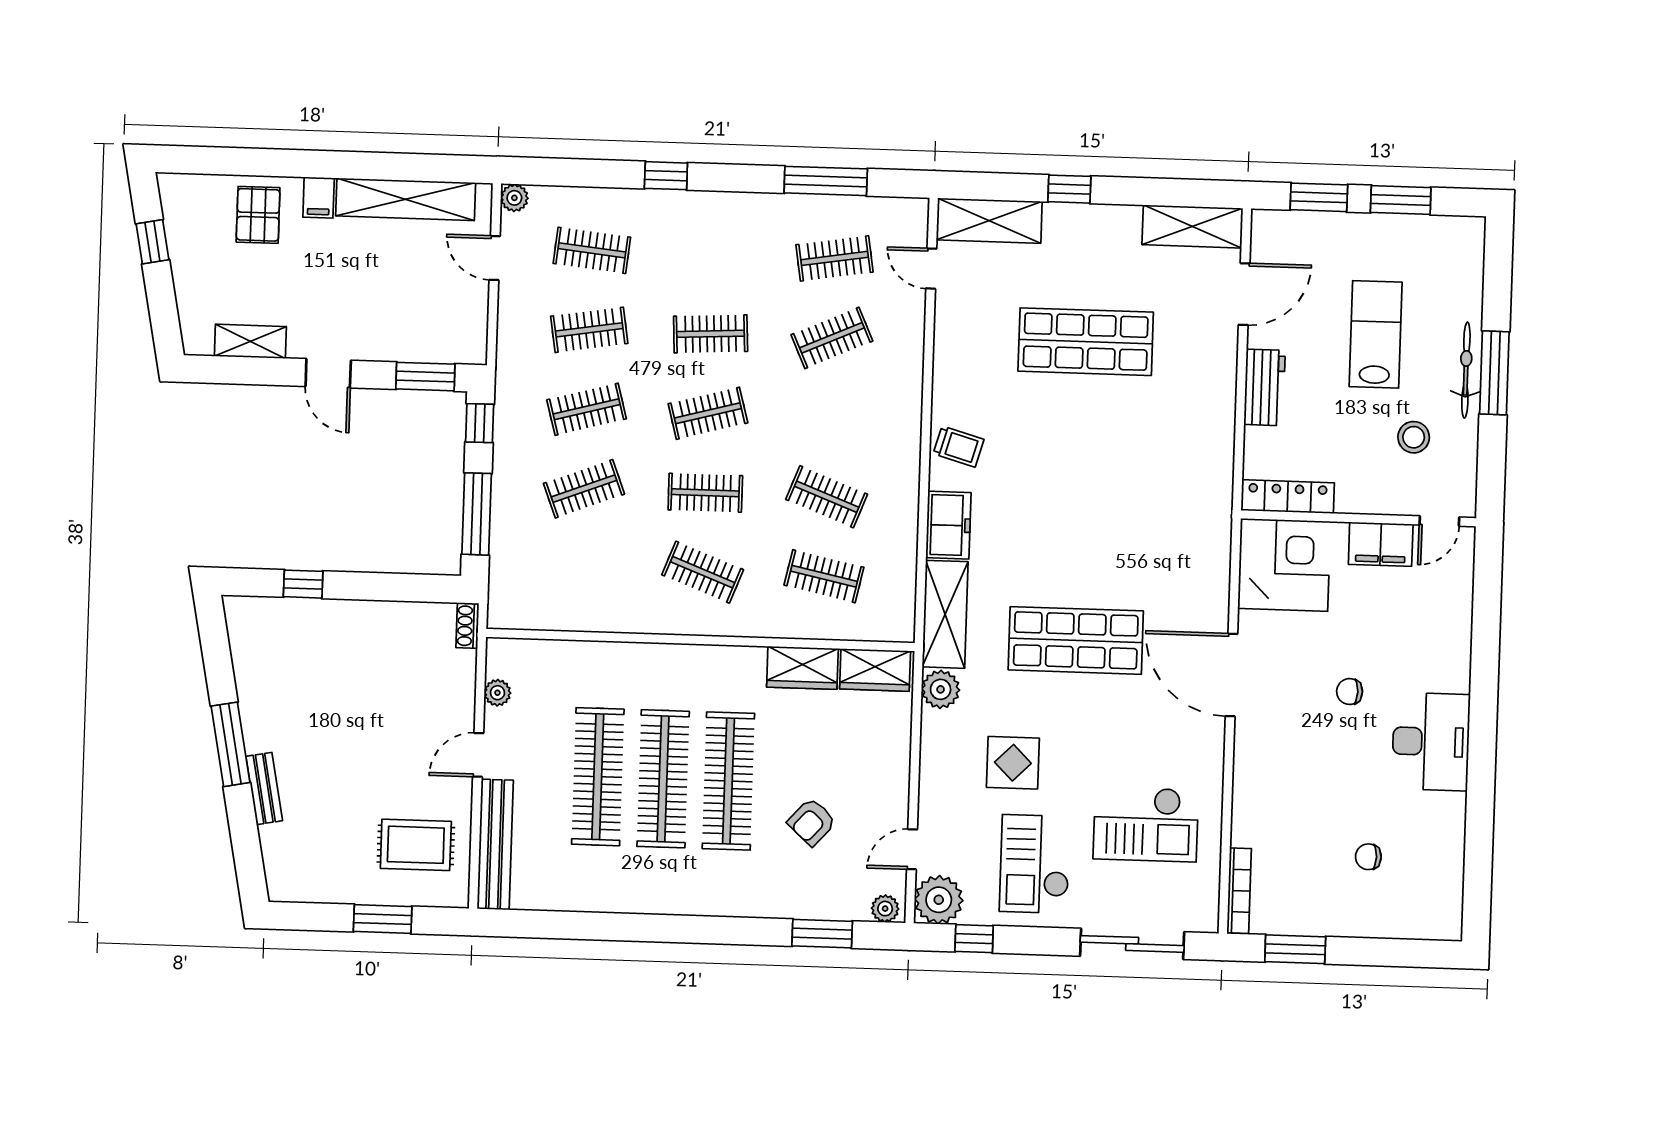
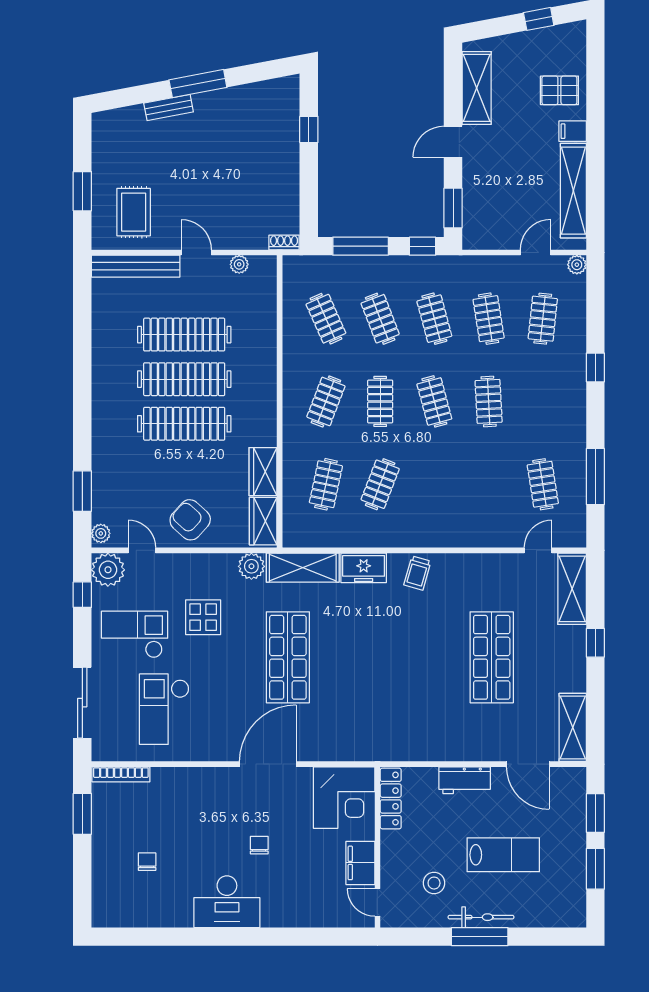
clothes rail: (832, 338) -> (326, 319), moved
shelving: (250, 341) -> (477, 88), width x1.50, depth x1.33
armchair: (812, 822) -> (190, 520), moved, width x1.38, depth x1.38

